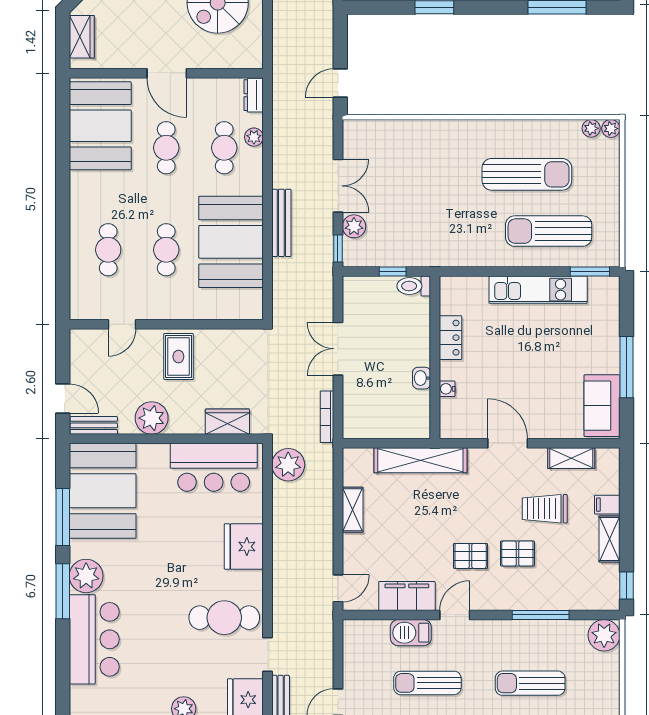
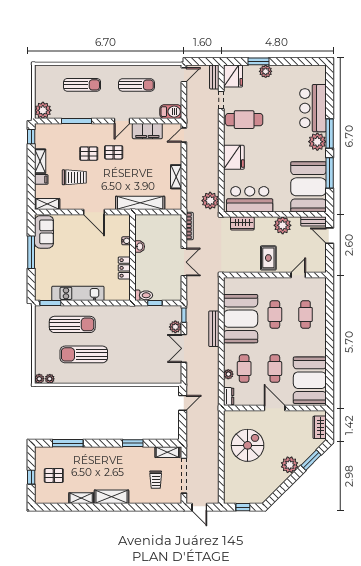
shelving: (571, 458) -> (47, 204), moved
barbecue: (411, 633) -> (171, 112), moved

